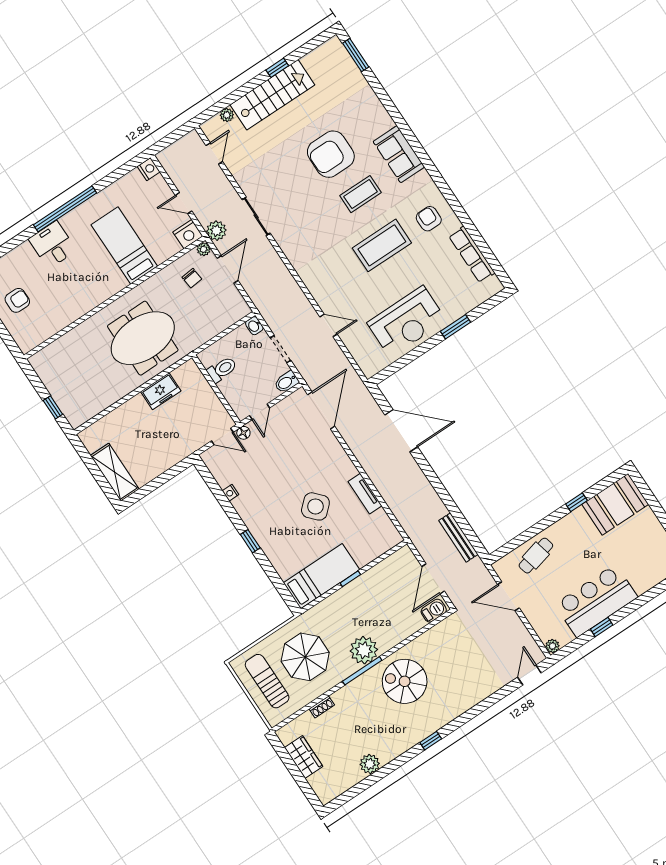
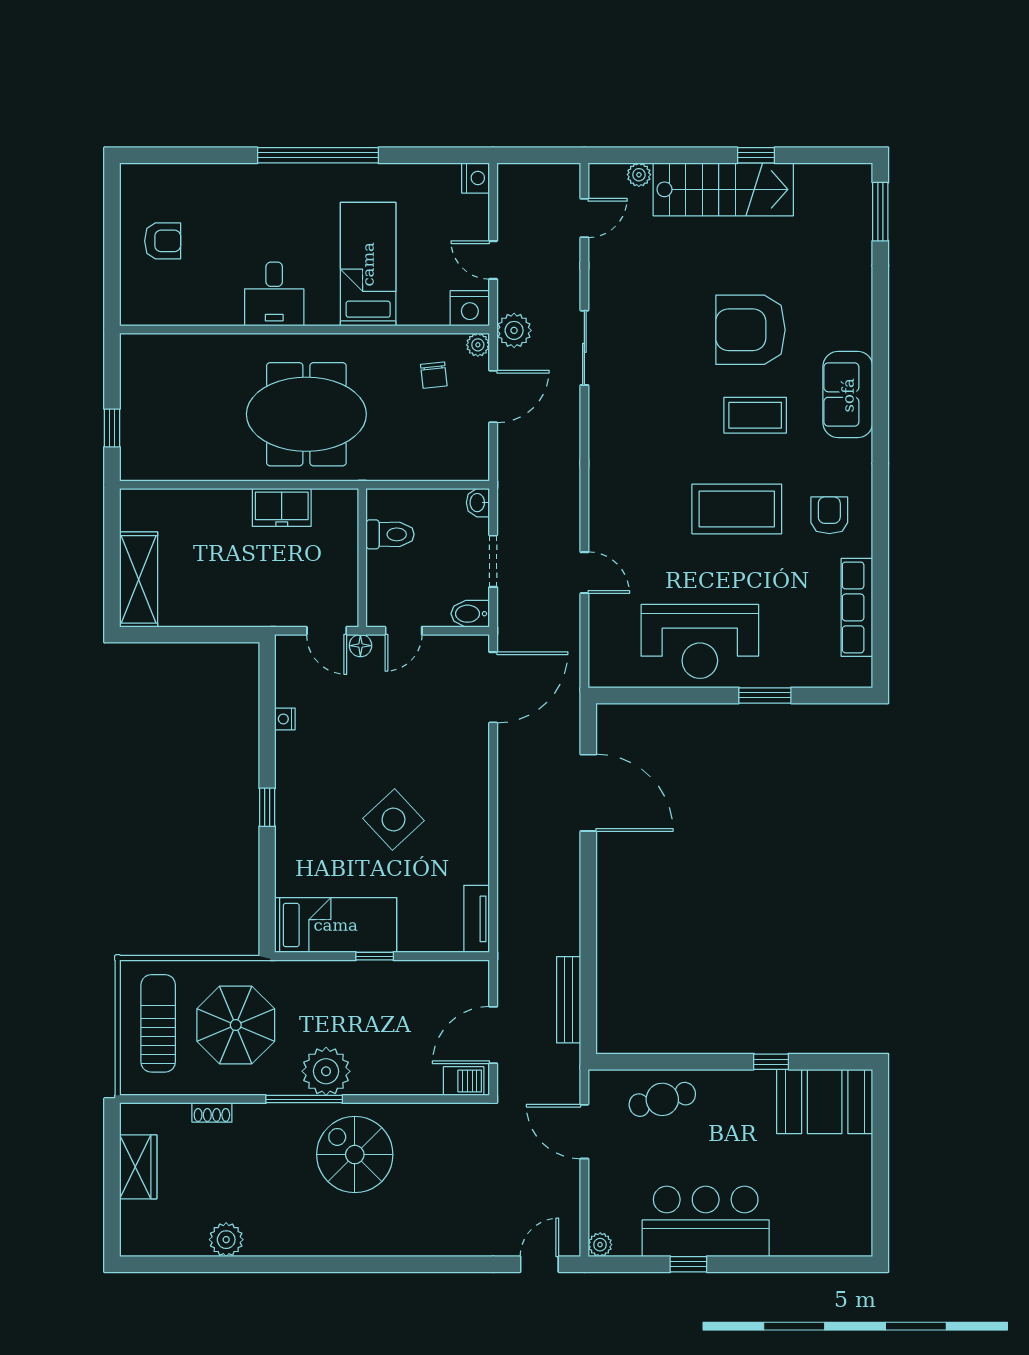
desk: (53, 245) -> (274, 294), moved, turned 180
tv unit: (365, 494) -> (477, 919), moved
window: (431, 741) -> (336, 1264), removed

